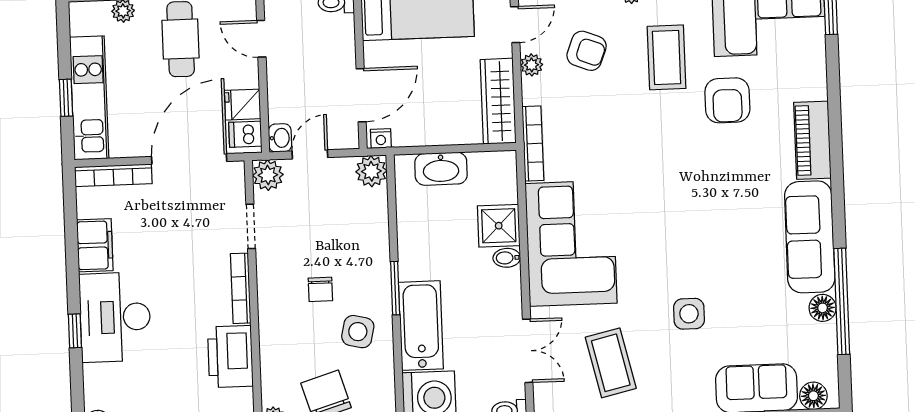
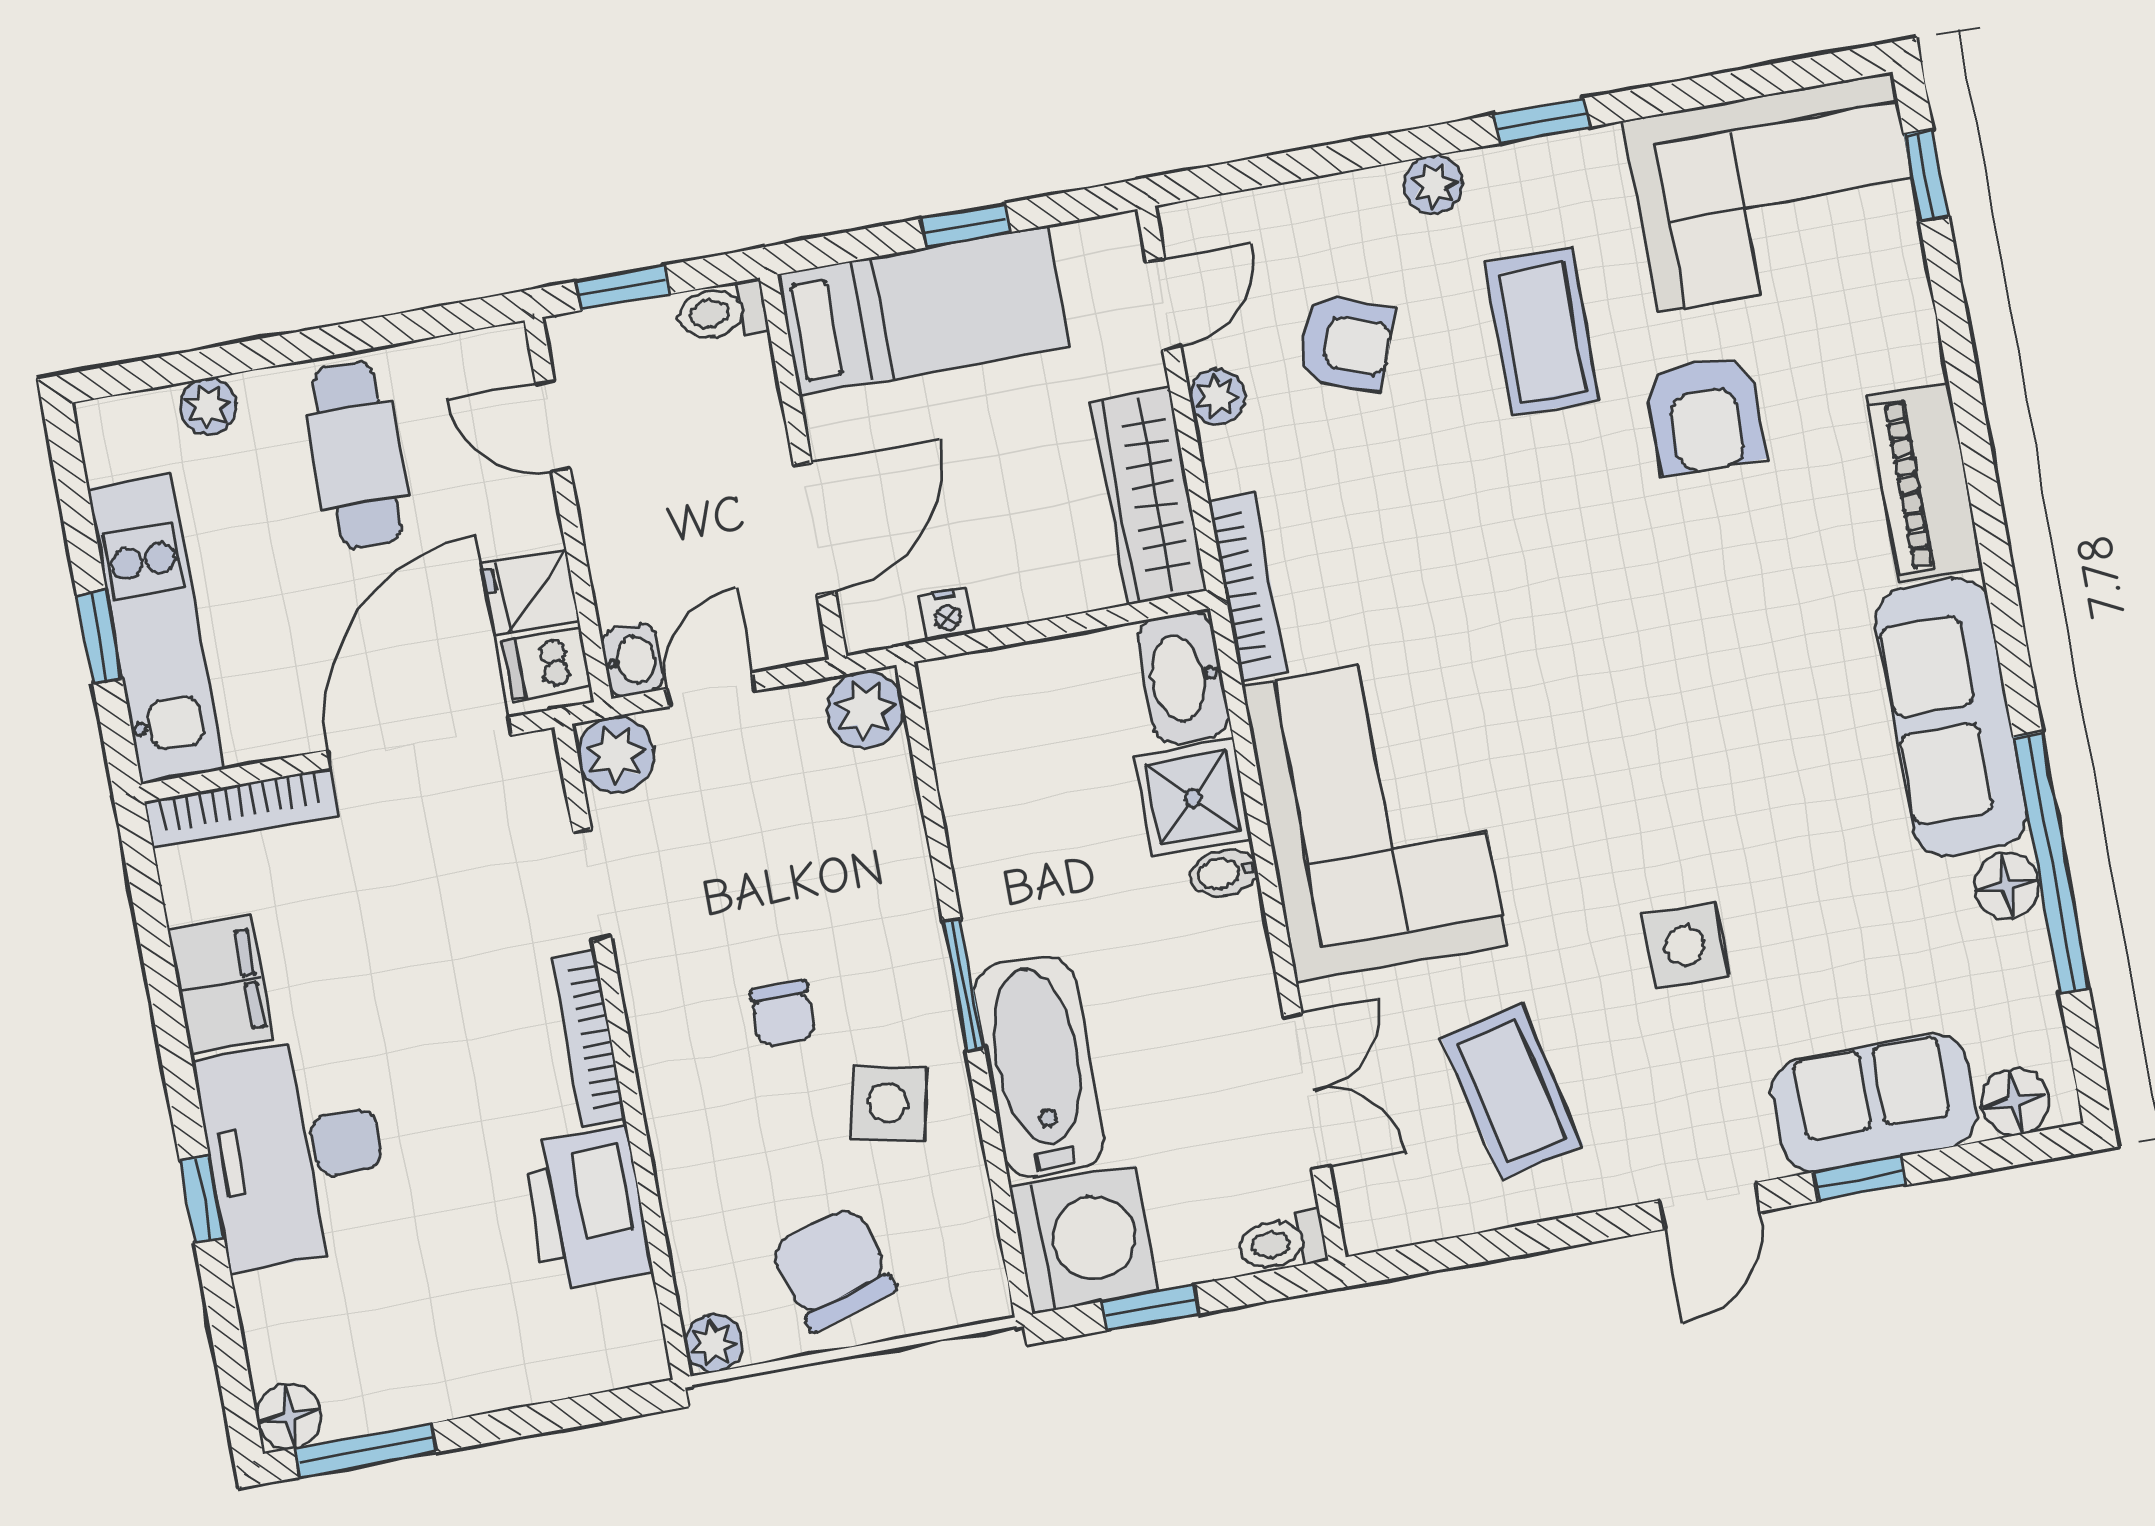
nightstand: (381, 138) -> (947, 614), moved
washbasin: (441, 169) -> (1183, 677), moved, turned 90

